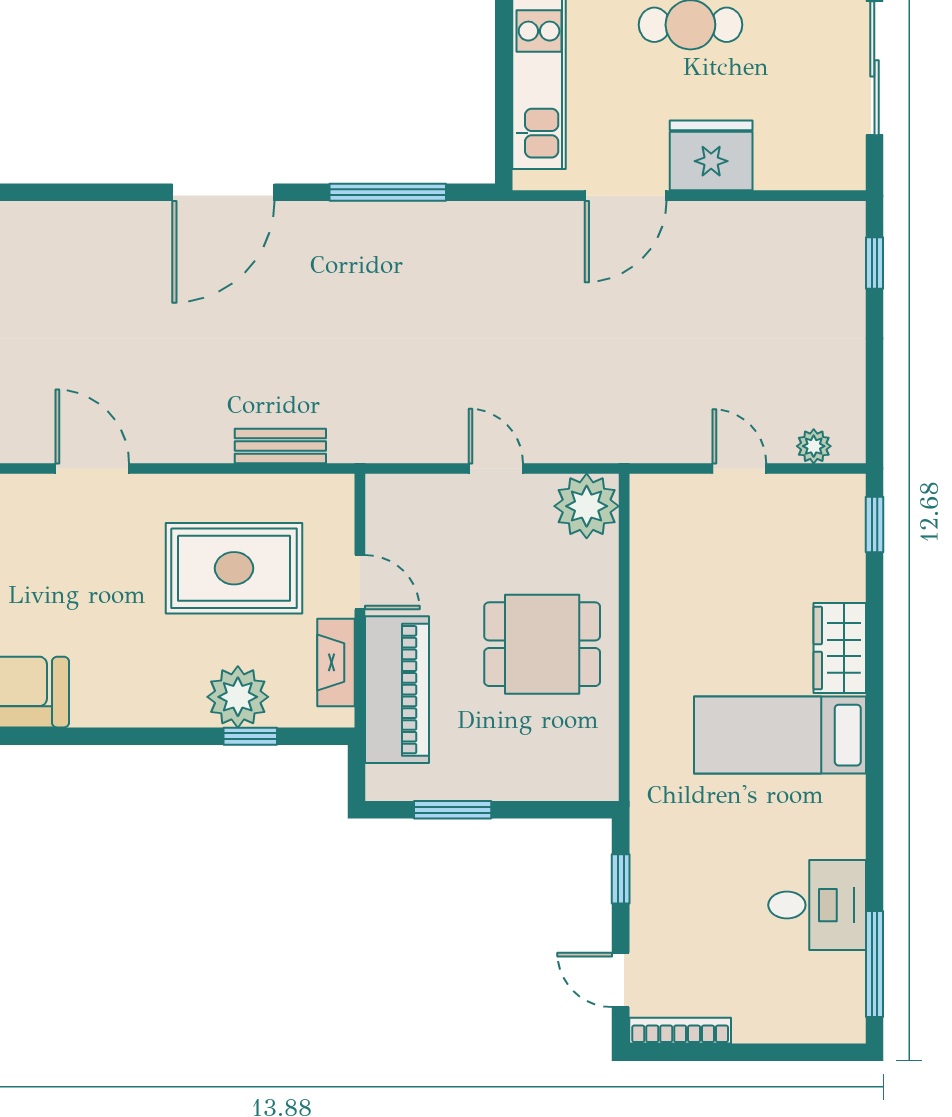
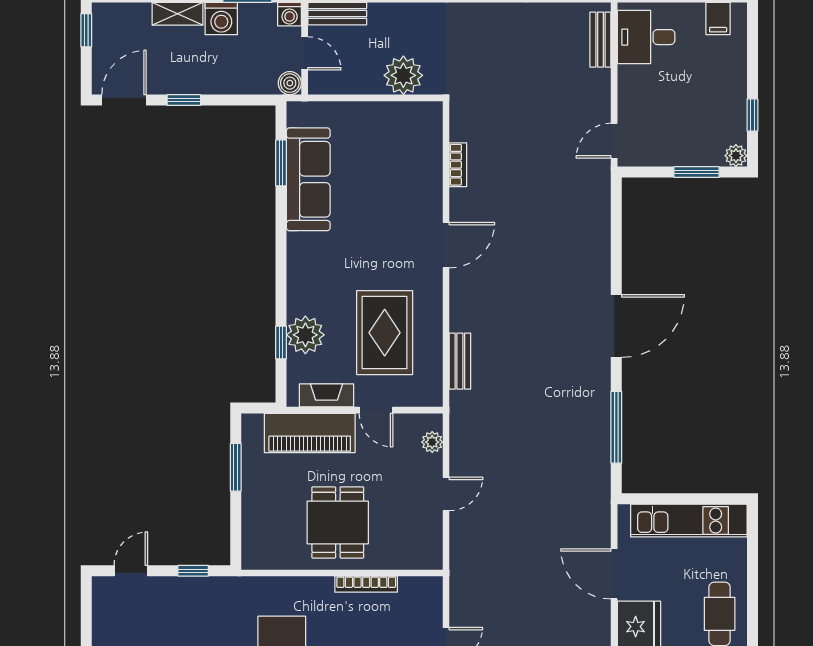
door: (223, 192) -> (616, 326), swing flipped
plant: (587, 506) -> (432, 442), moved, width x0.53, depth x0.53
door: (360, 582) -> (376, 410), hinge flipped
bookcase: (680, 1031) -> (366, 584), moved, turned 90

